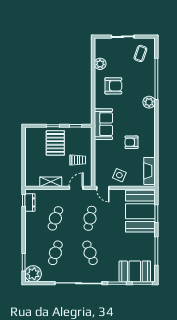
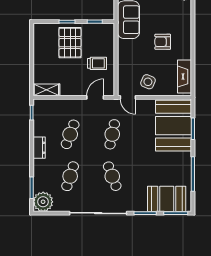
shelving: (51, 182) -> (46, 90), moved
dresser: (30, 202) -> (39, 148), moved

